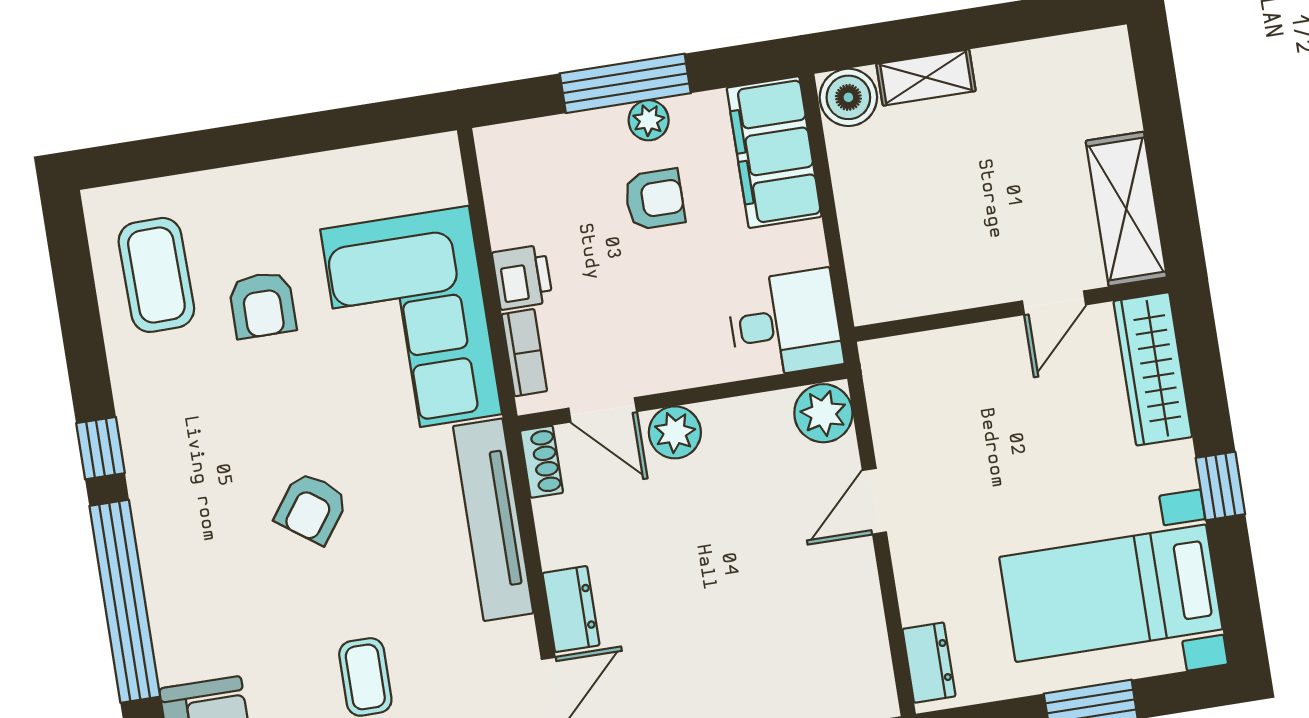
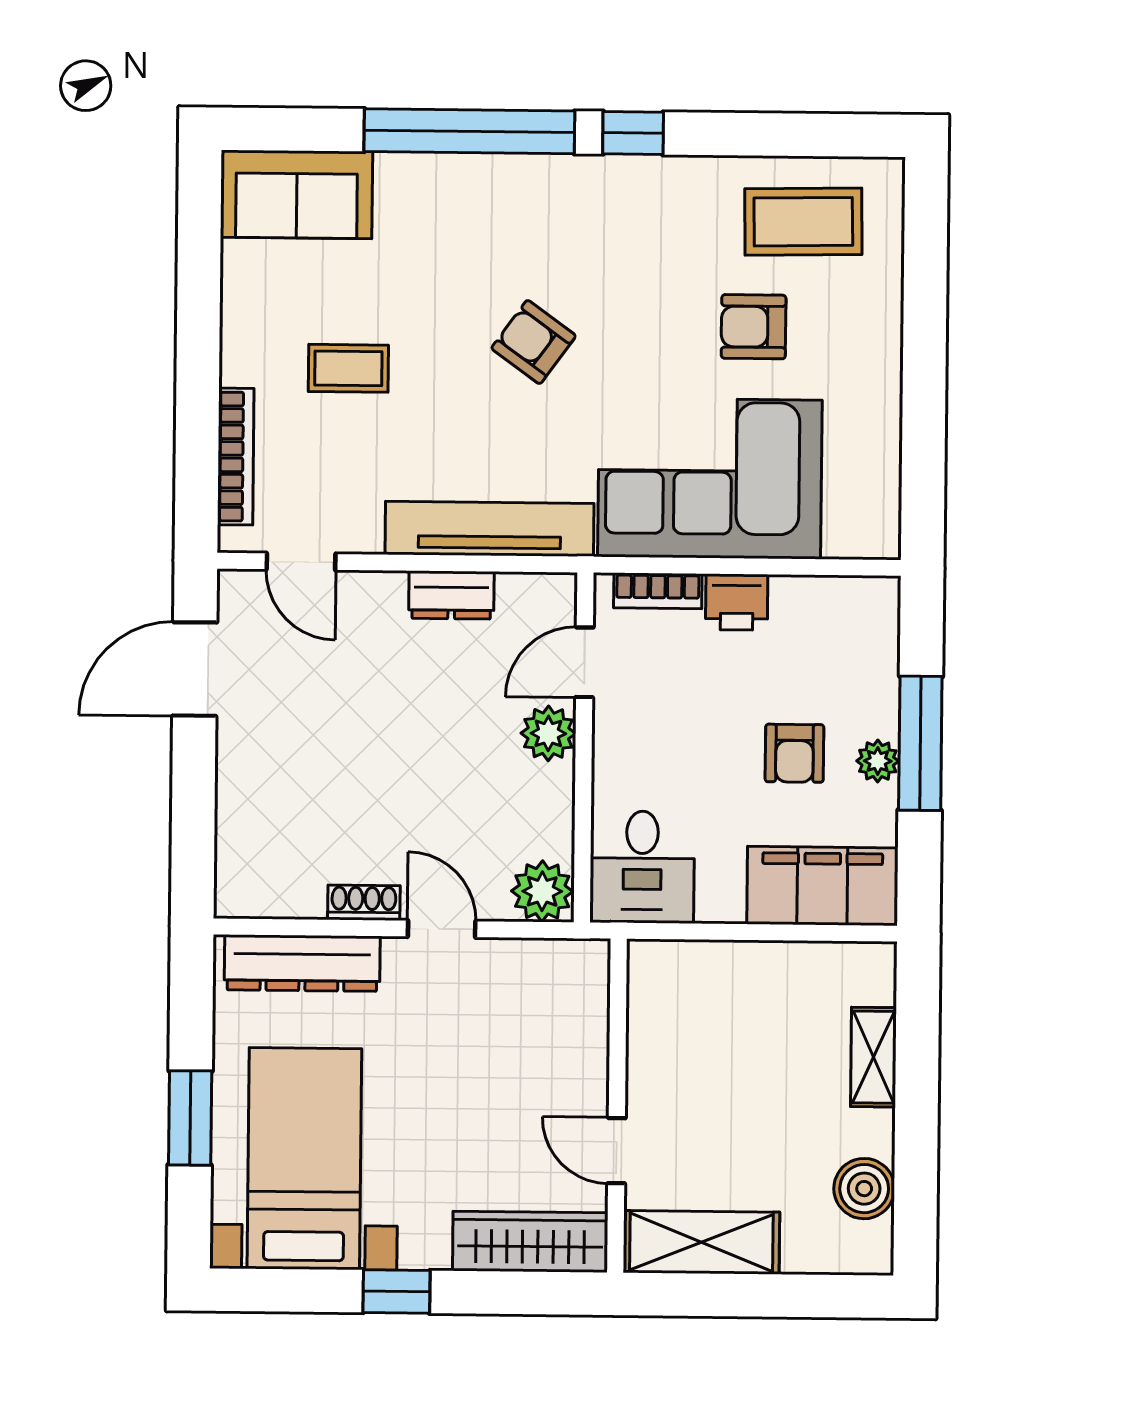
boiler: (848, 97) -> (864, 1189), moved
shoe rack: (542, 462) -> (364, 903), moved, turned 180
dresser: (571, 609) -> (451, 595), moved
dresser: (929, 663) -> (302, 963), width x1.96, depth x1.24

